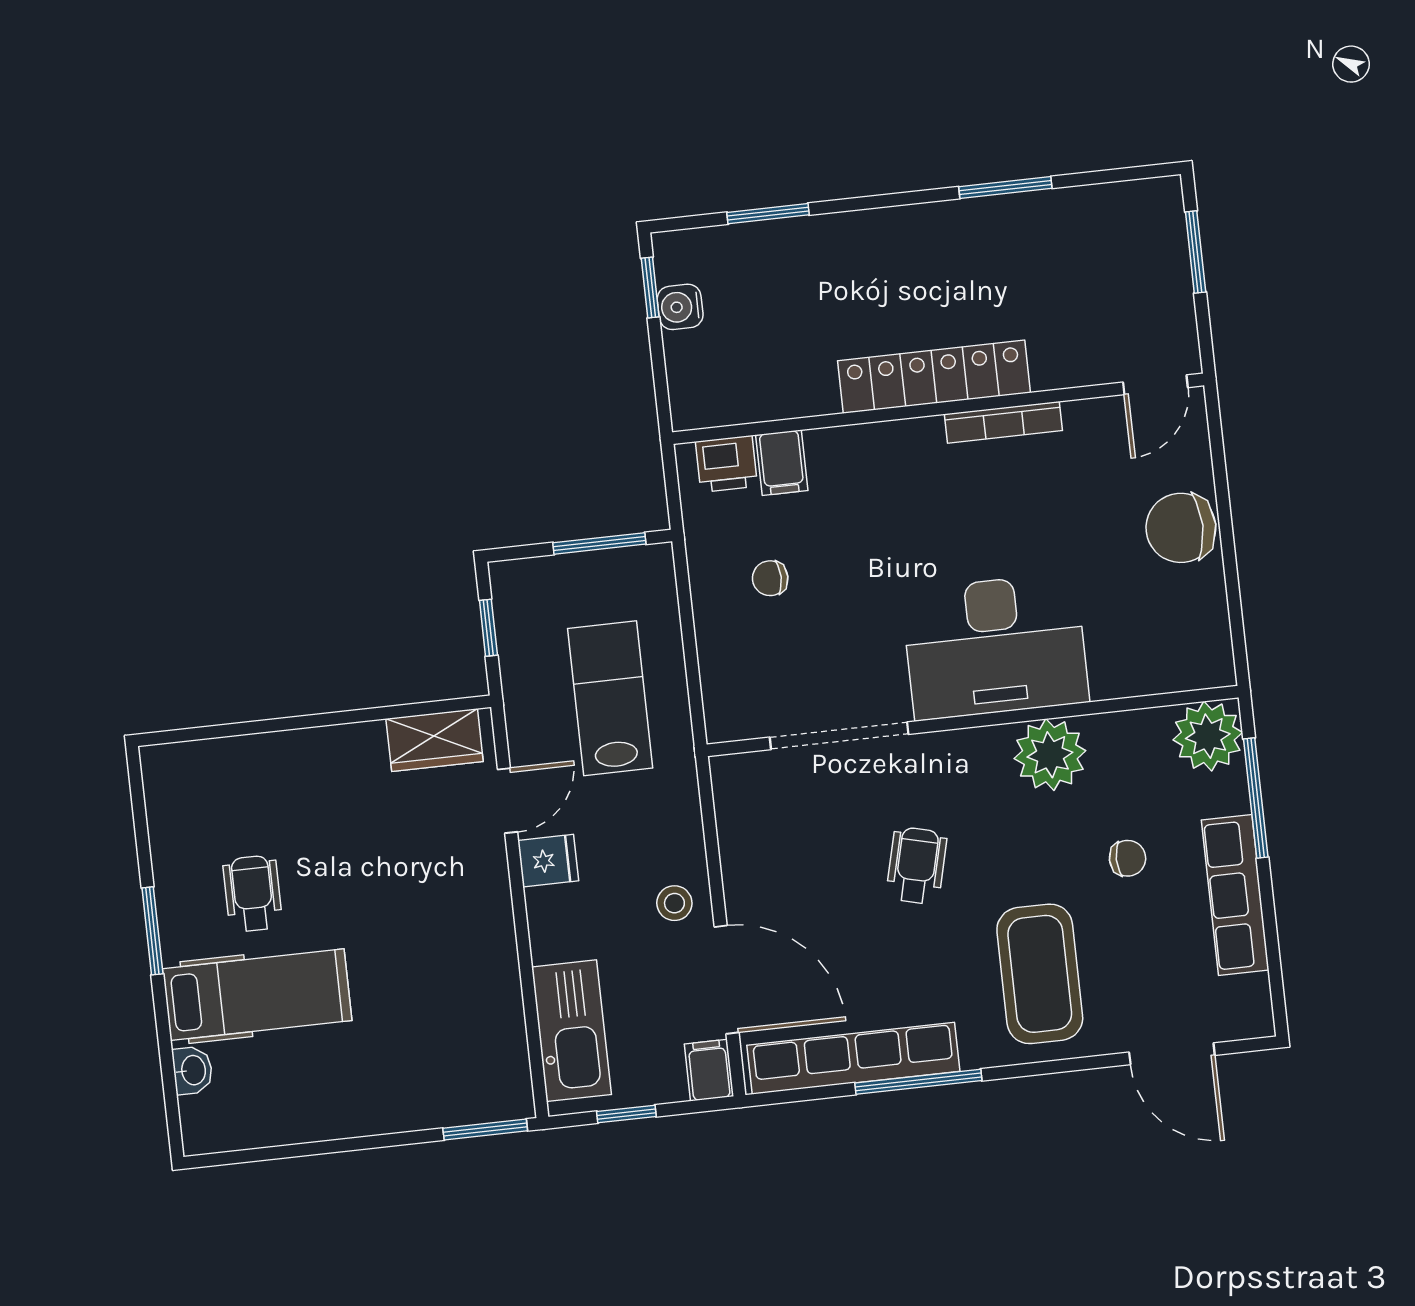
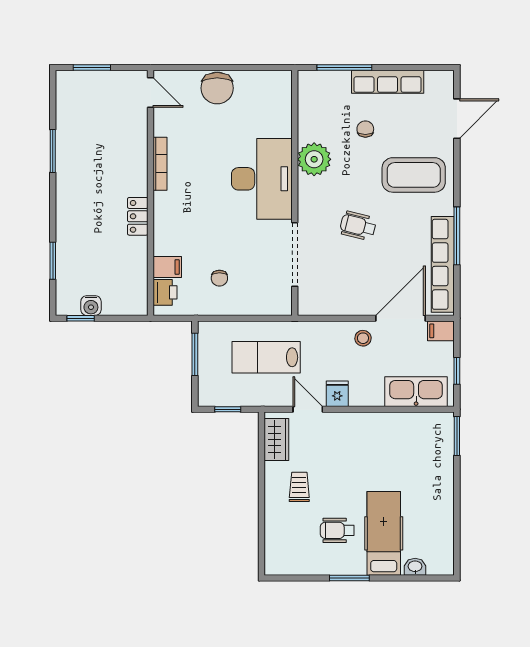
locker: (934, 377) -> (138, 216), width x0.46, depth x0.83
plant: (1208, 736) -> (314, 86), removed
trolley: (338, 801) -> (299, 487), added

